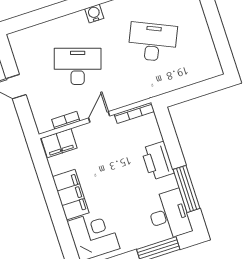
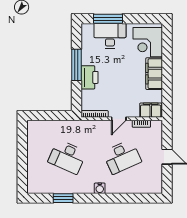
desk: (78, 66) -> (122, 157), turned -42
window: (186, 189) -> (76, 65), moved
desk: (169, 215) -> (110, 36), moved, turned 90

